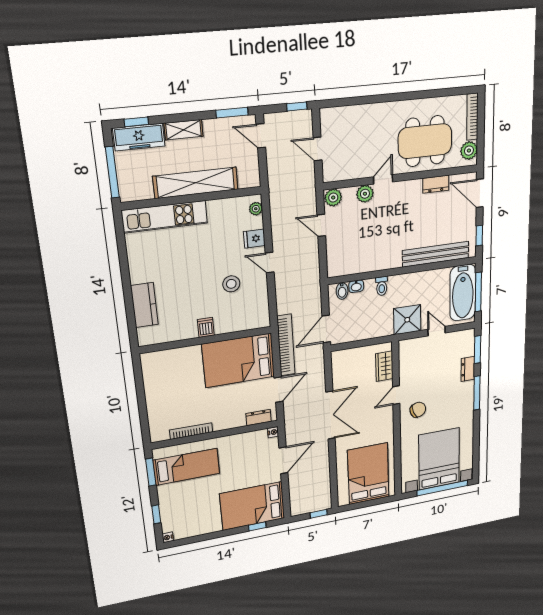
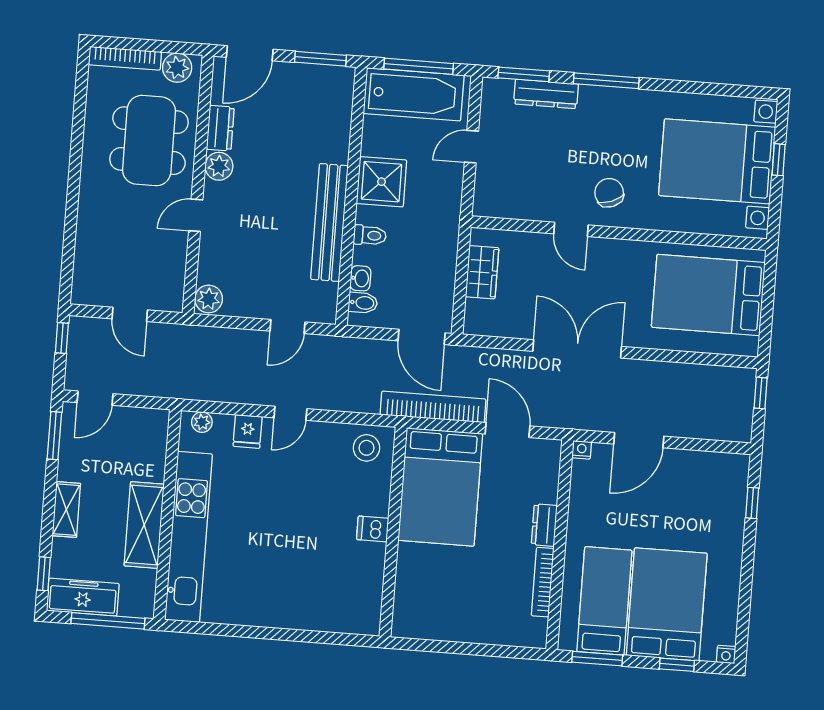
freezer: (139, 137) -> (83, 597), moved, turned -90
door: (318, 149) -> (130, 314), hinge flipped
door: (383, 179) -> (196, 215), hinge flipped
shelving: (196, 183) -> (144, 525), width x0.68
plant: (365, 194) -> (219, 166), moved
kitchen unit: (165, 217) -> (189, 537), width x1.36
door: (321, 225) -> (287, 327), moved
window: (479, 236) -> (321, 59), width x1.50
bench: (436, 254) -> (329, 222), moved
stool: (231, 284) -> (366, 448), moved
kitchen counter: (144, 305) -> (315, 614), removed
shower: (407, 320) -> (382, 182), moved
wardrobe: (384, 366) -> (482, 272), moved, turned -90
dresser: (468, 369) -> (546, 94), width x1.44
dresser: (259, 418) -> (544, 525), moved
door: (283, 460) -> (639, 440), swing flipped
window: (442, 488) -> (779, 160), width x0.32
bed: (252, 506) -> (667, 604), moved, turned 180

